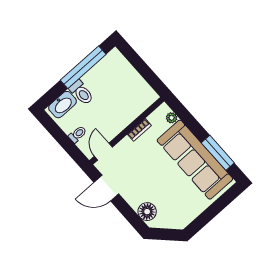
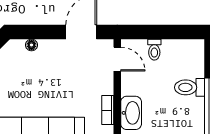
washbasin: (62, 105) -> (131, 113), moved, turned 180
floor lamp: (147, 212) -> (31, 45), width x0.53, depth x0.53

